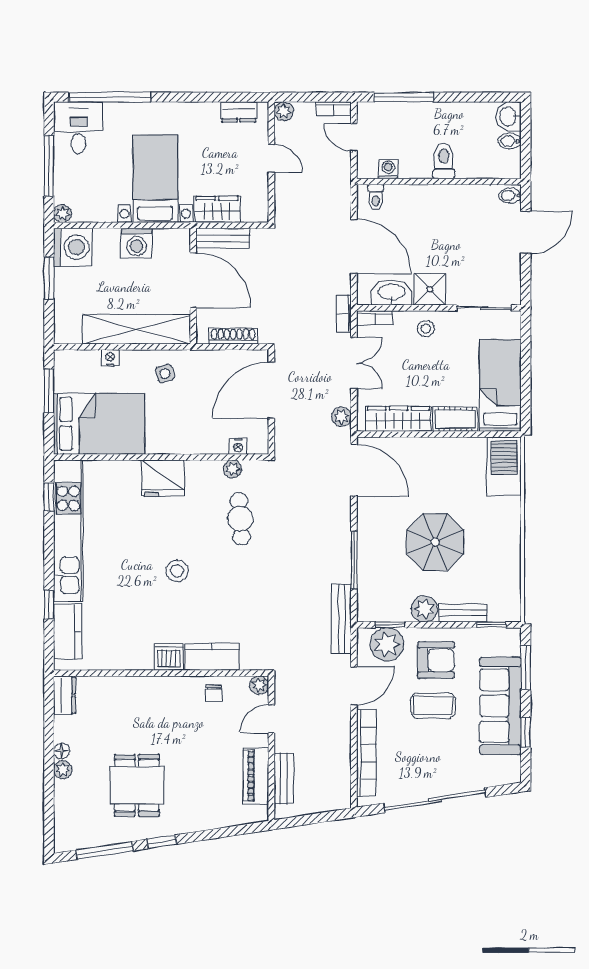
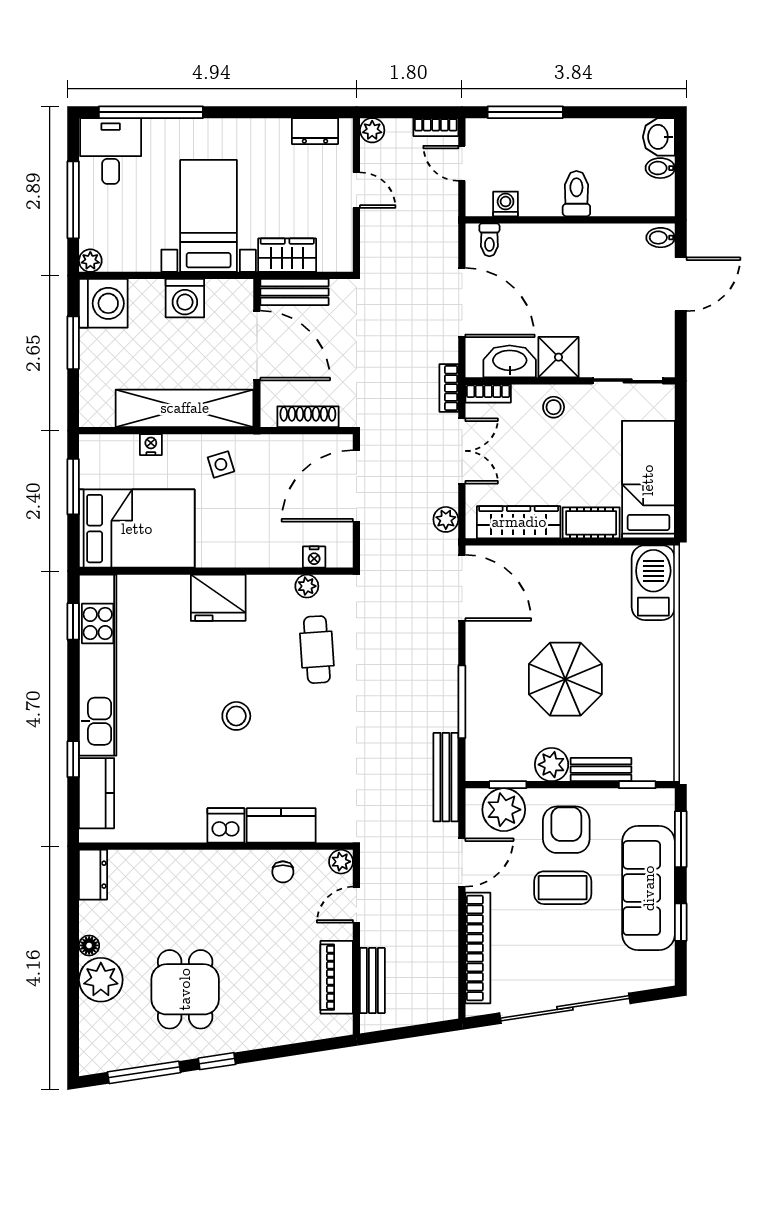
armchair: (436, 660) -> (566, 830), turned -90
plant: (63, 770) -> (101, 980), width x1.88, depth x1.88

